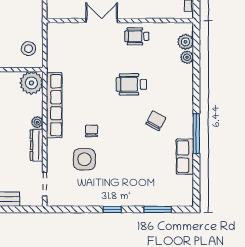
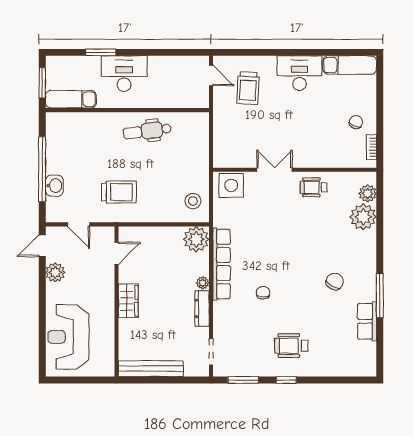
plant: (187, 57) -> (363, 217), width x1.88, depth x1.88
wheelchair: (131, 84) -> (291, 346), moved
side table: (84, 159) -> (231, 185), moved
window: (158, 209) -> (243, 380), moved

